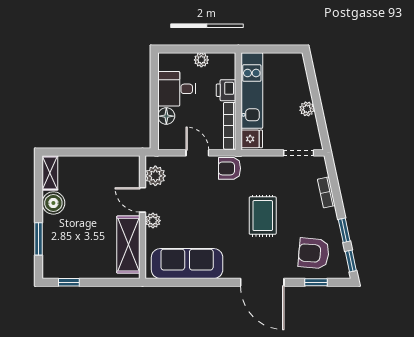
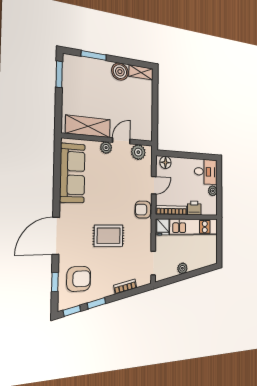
desk: (177, 89) -> (206, 172), moved, turned 90
floor lamp: (166, 116) -> (165, 162), moved
armchair: (229, 168) -> (143, 210), turned -90
armchair: (314, 253) -> (79, 279), turned 85
window: (69, 282) -> (59, 74), width x1.50

